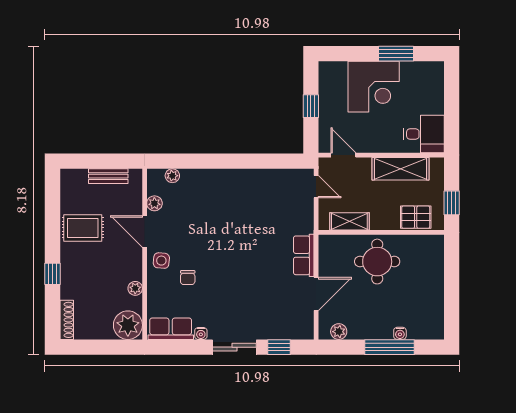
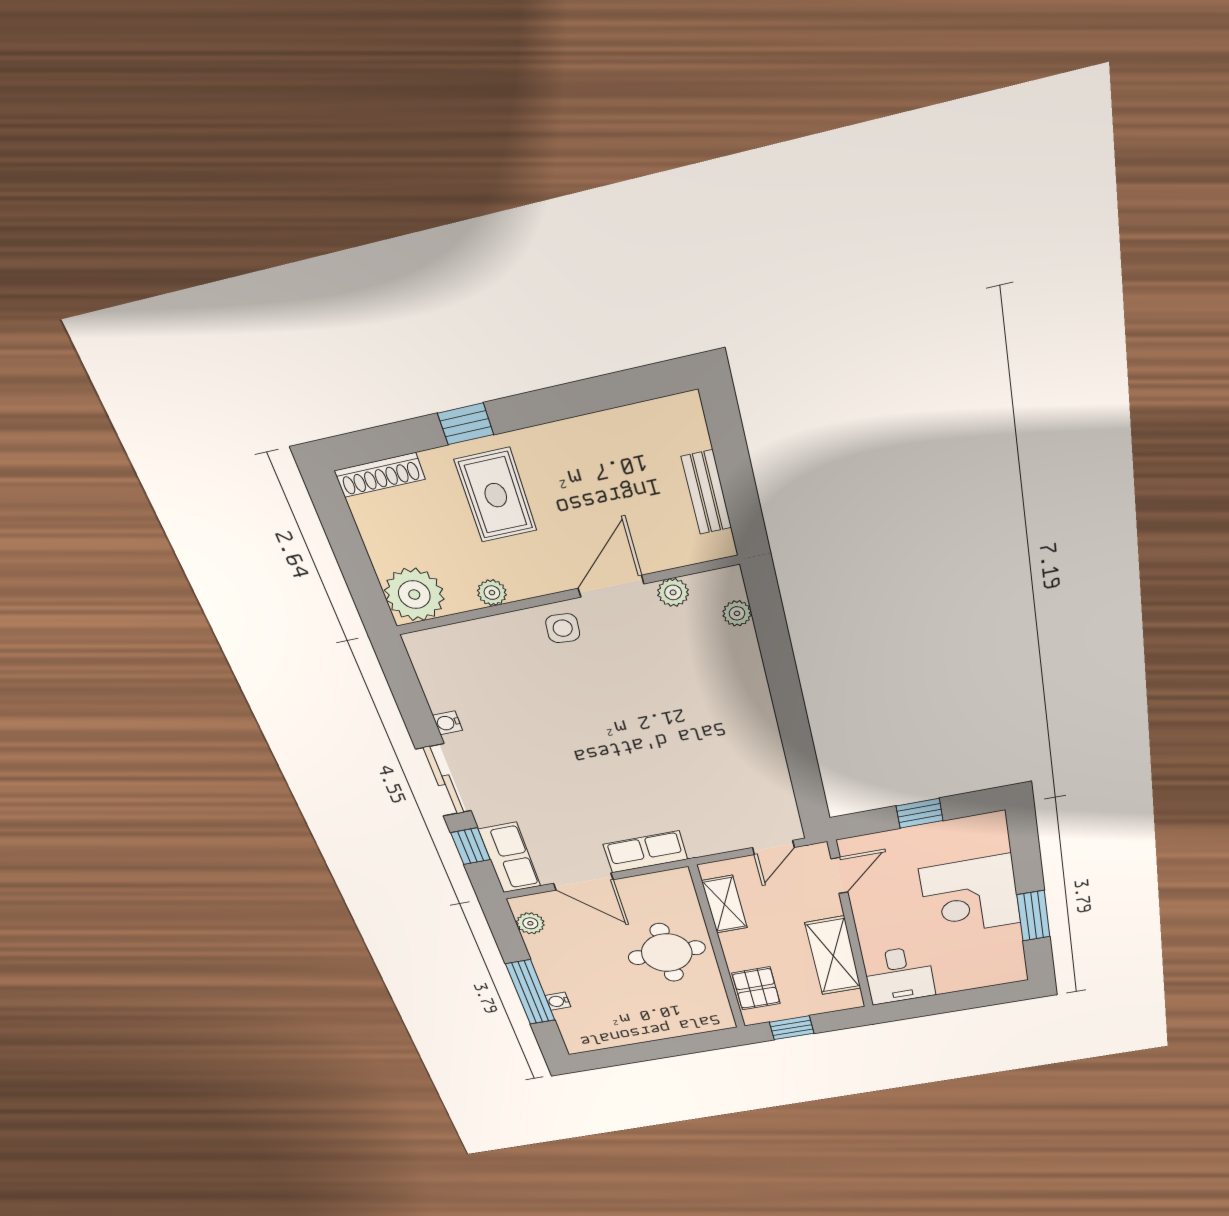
rug: (83, 228) -> (496, 495), moved
chair: (188, 278) -> (545, 680), removed
row of seats: (171, 329) -> (510, 858), moved

